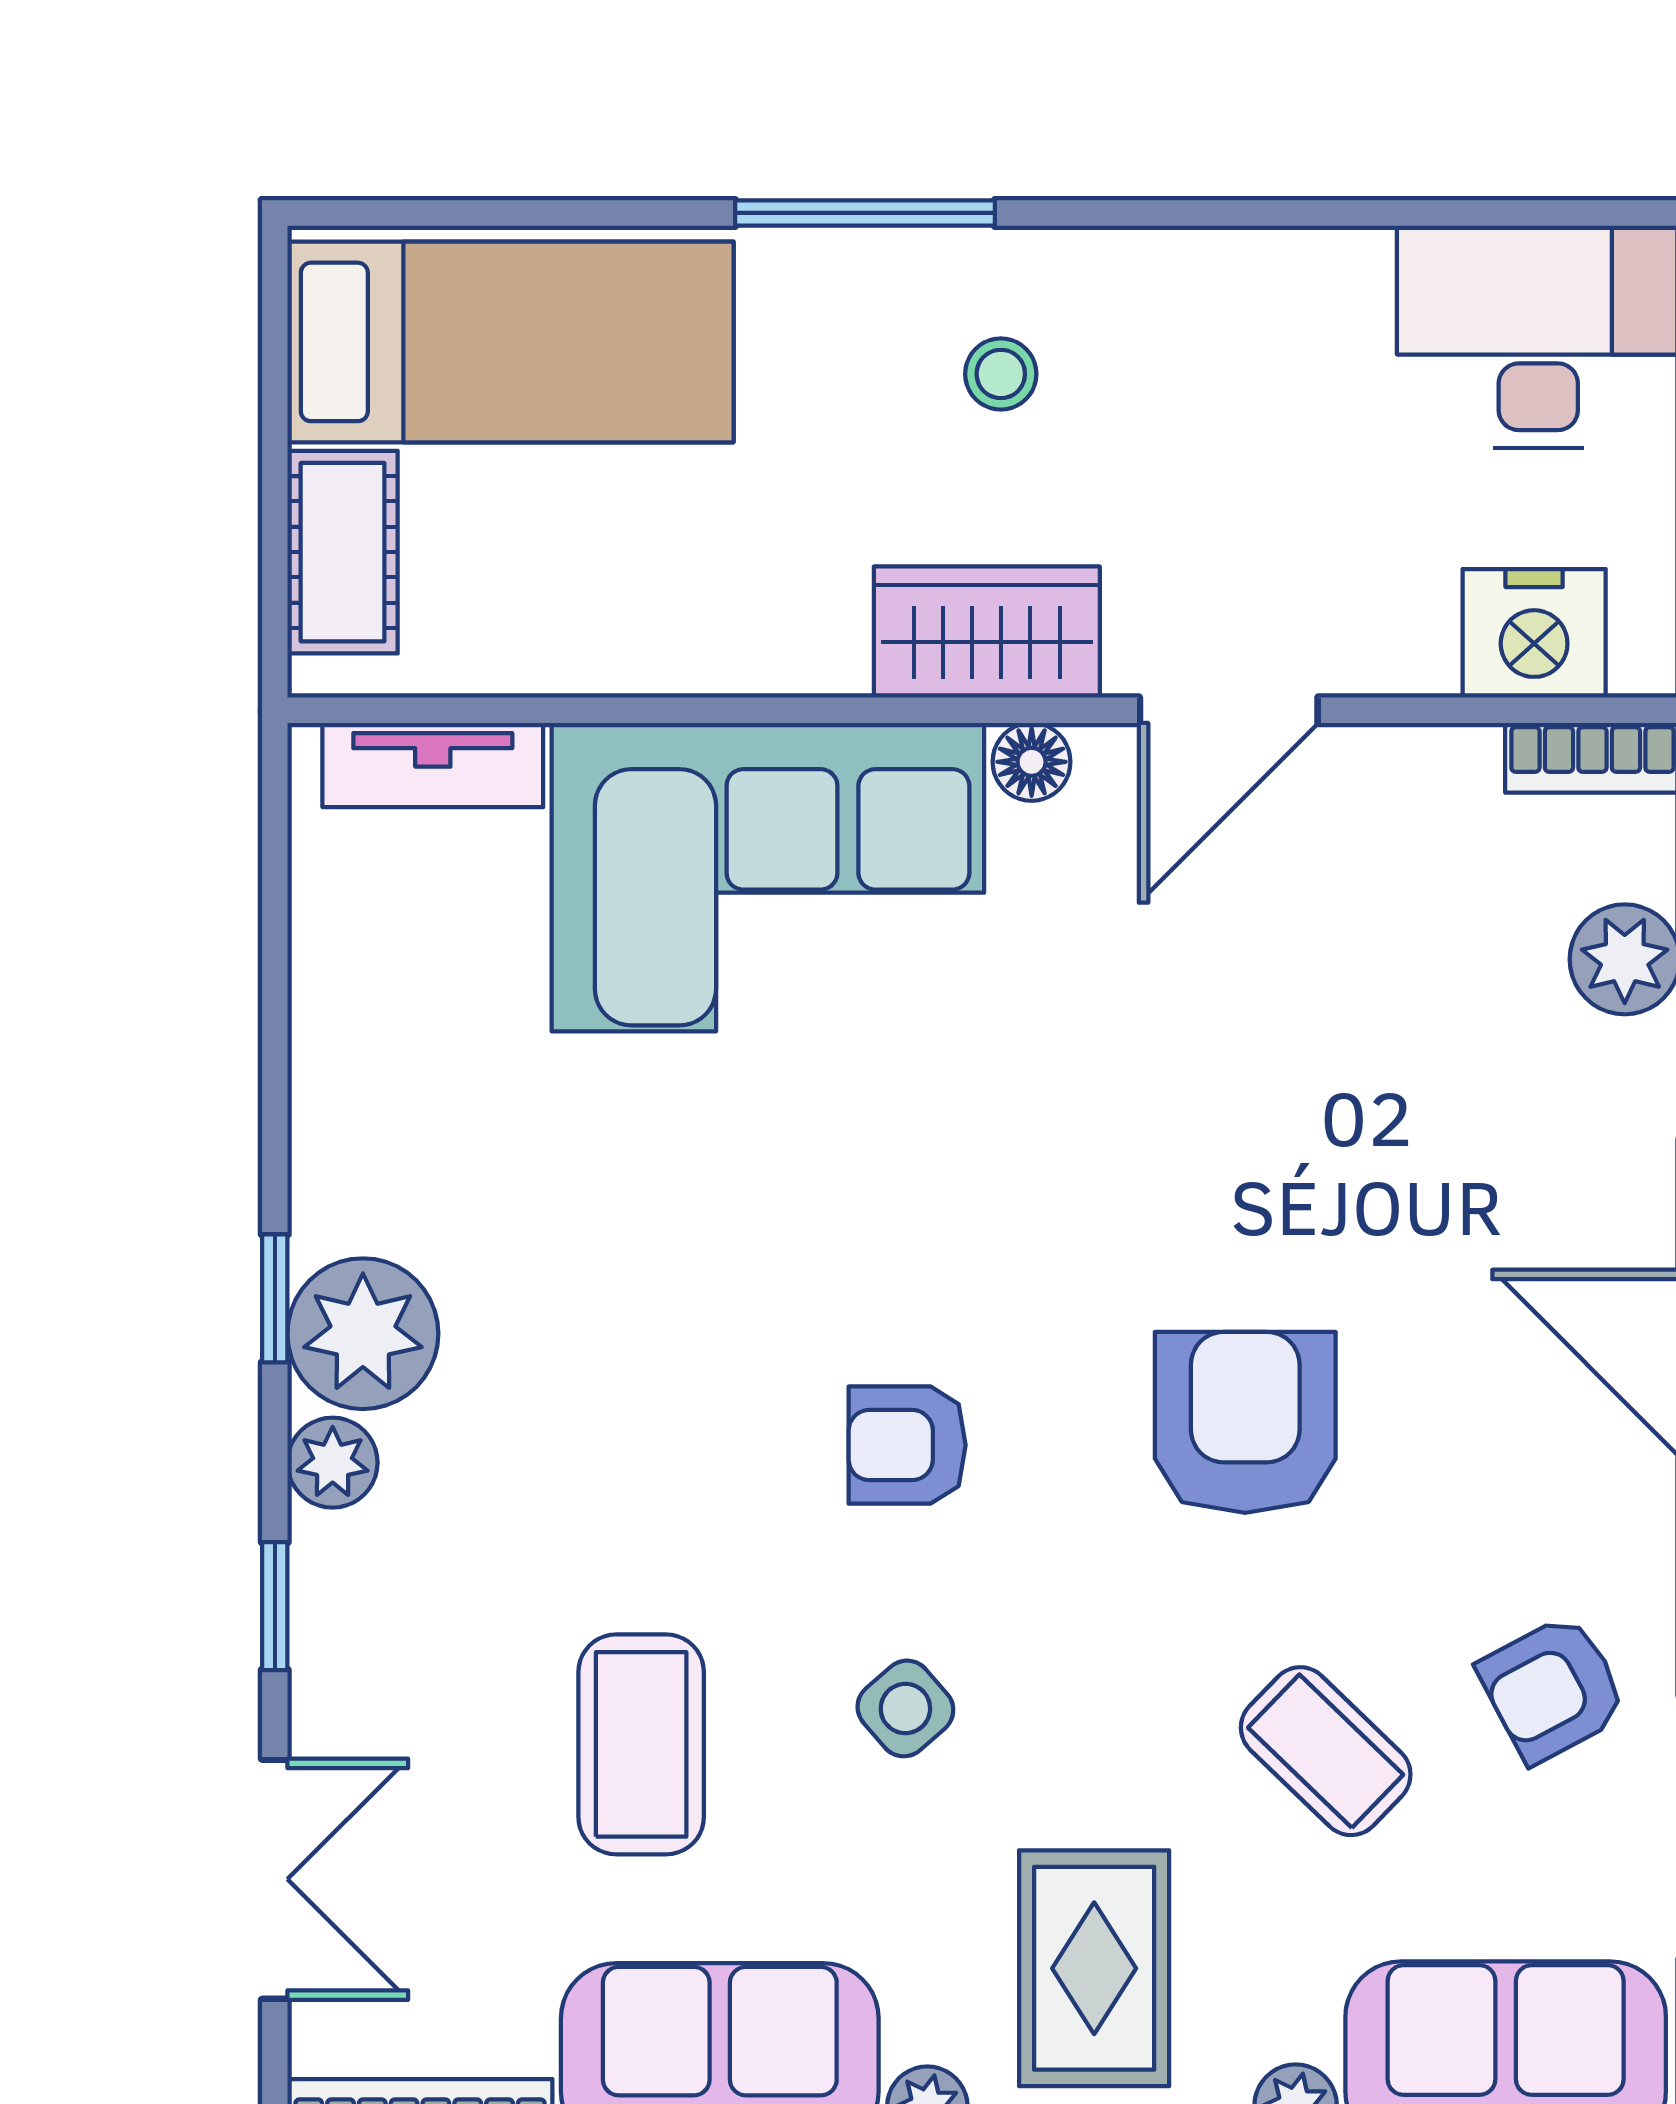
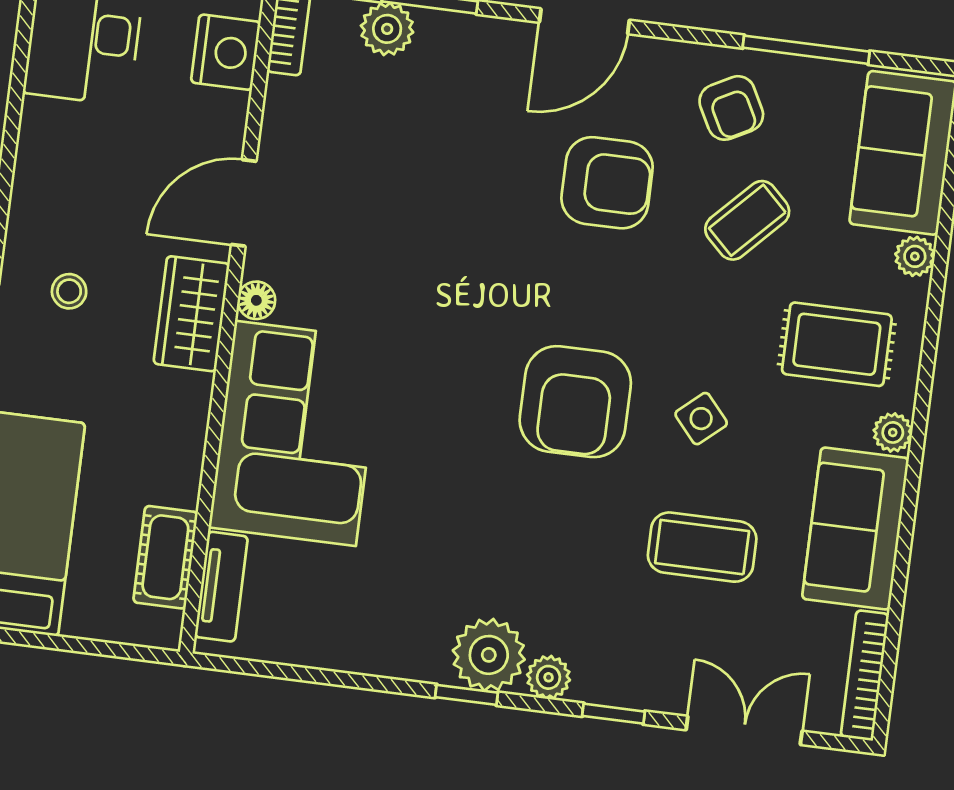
cot: (343, 552) -> (165, 557), moved, turned 90
door: (1229, 710) -> (244, 203), swing flipped
armchair: (1245, 1422) -> (607, 183), moved, turned 180
armchair: (907, 1445) -> (575, 402), width x1.88, depth x1.88

